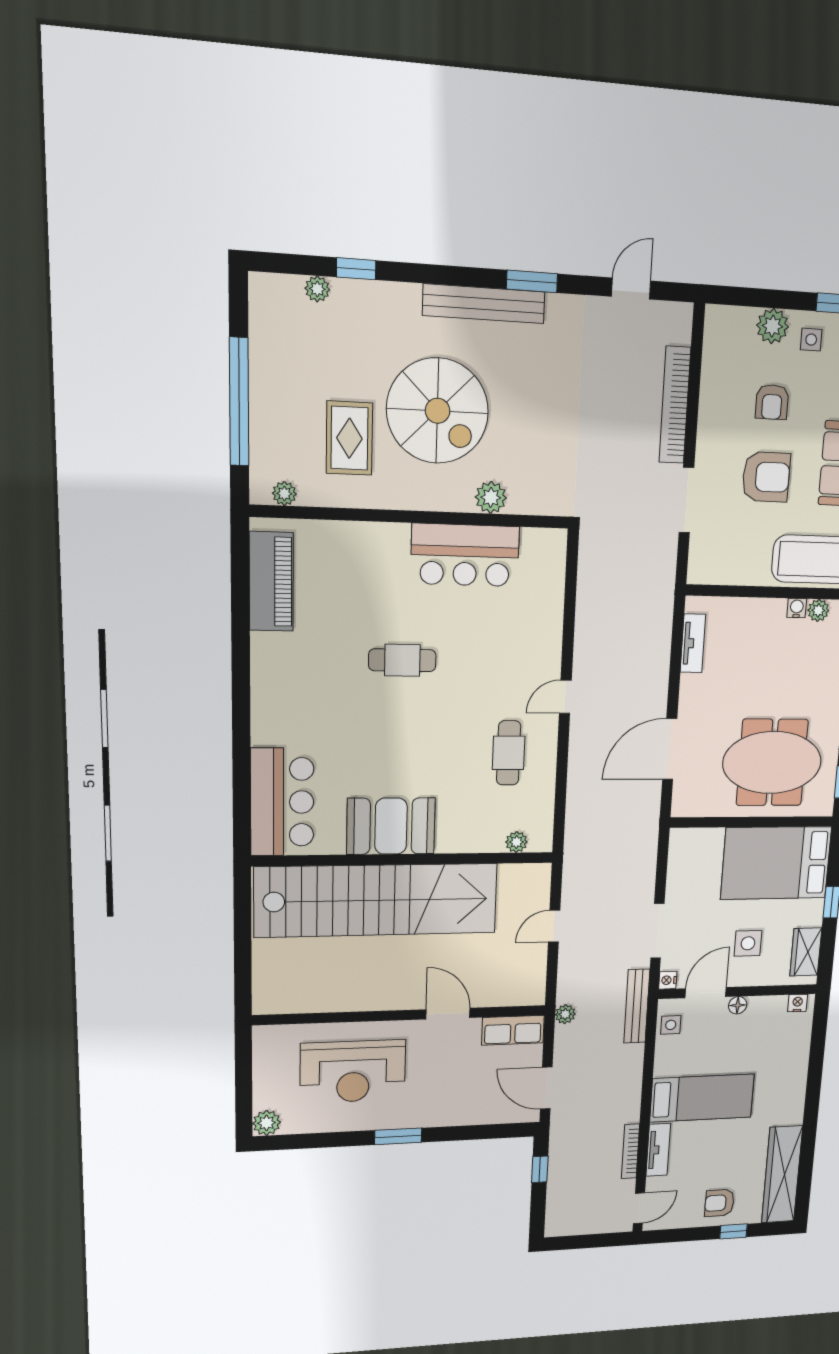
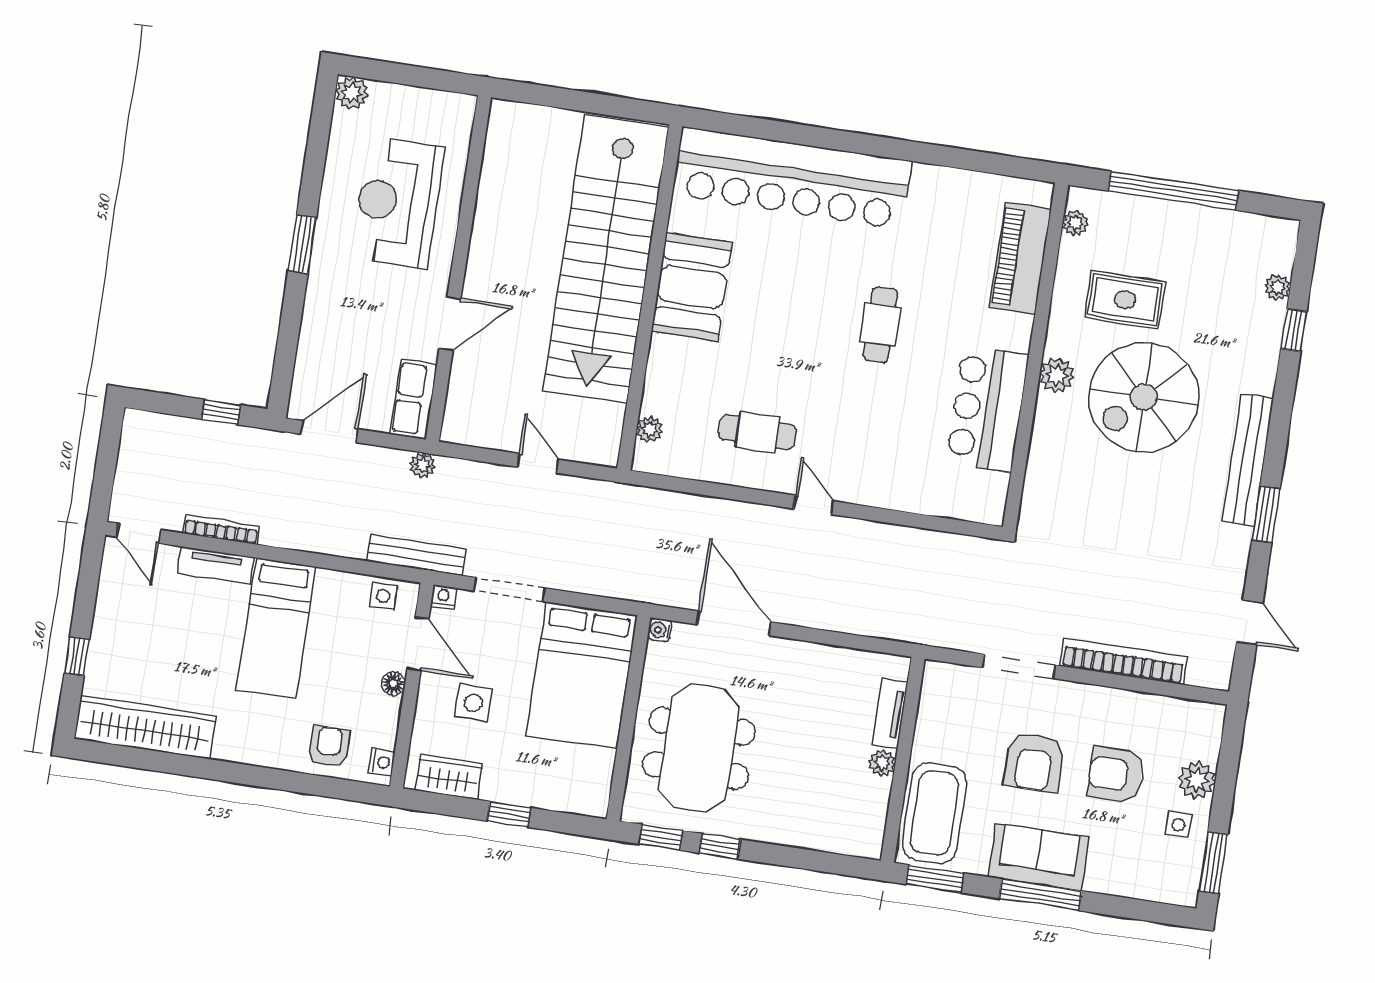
armchair: (772, 402) -> (1116, 775), width x1.38, depth x1.38
plant: (491, 497) -> (1057, 375), moved
piano: (271, 581) -> (1020, 258), moved, turned 90
water cooler: (797, 608) -> (660, 630), moved, turned 180
plant: (818, 610) -> (882, 763), moved
tv unit: (693, 643) -> (890, 714), moved, turned 90
bar counter: (282, 802) -> (792, 178), width x1.86
bed: (776, 863) -> (581, 675), moved, turned 180
armchair: (719, 1203) -> (329, 747), moved

